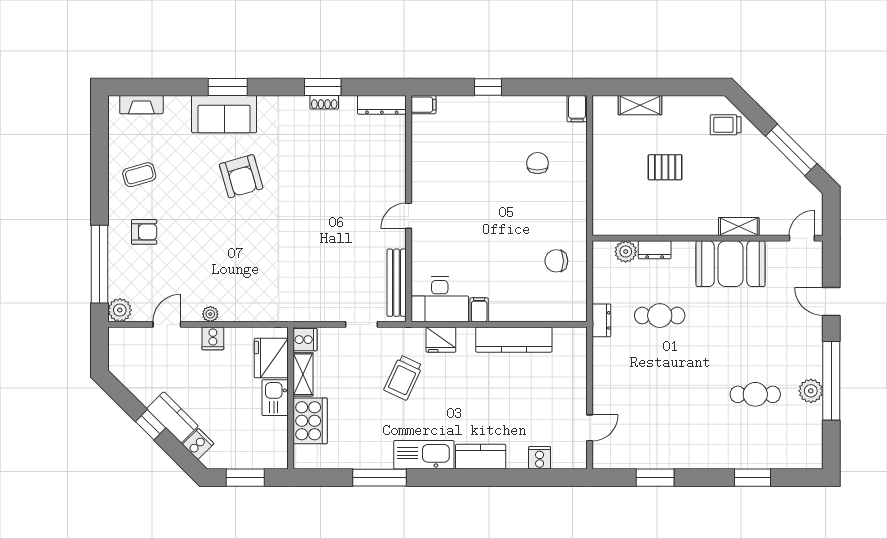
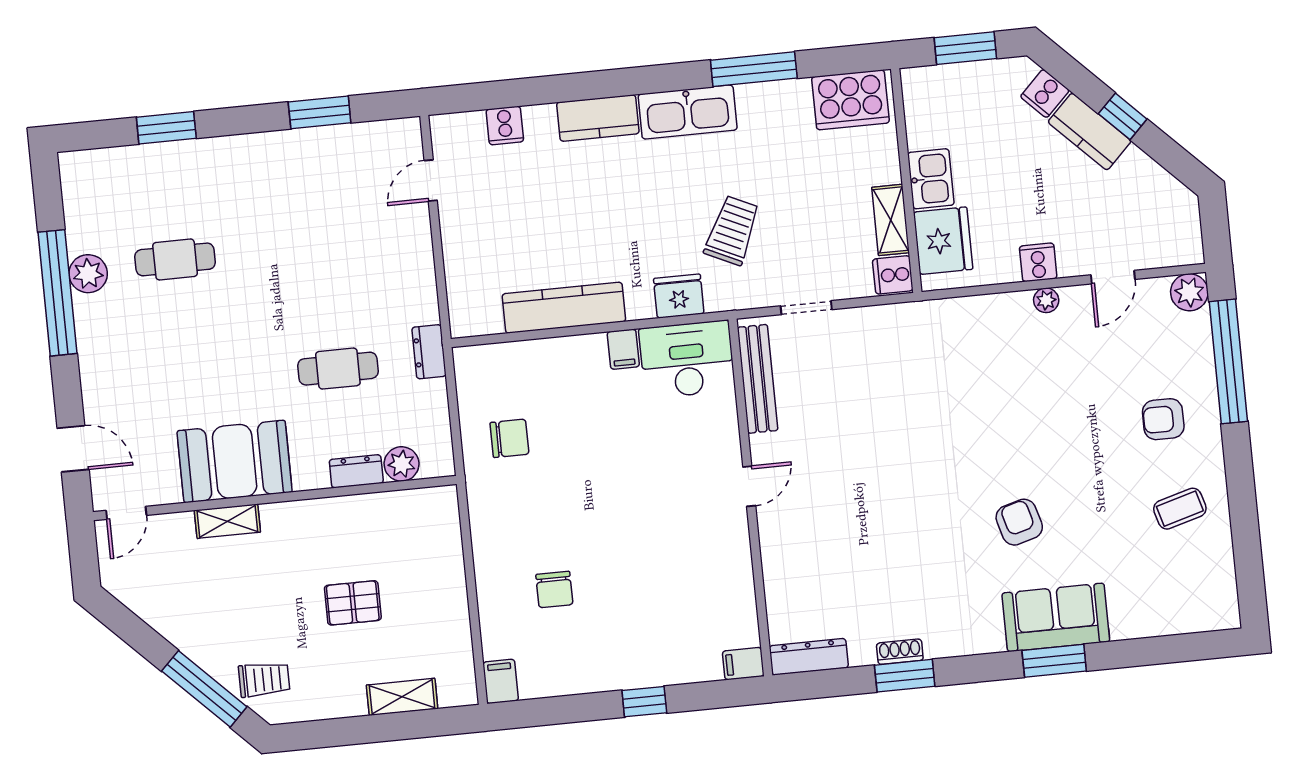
fireplace: (141, 105) -> (1187, 619), removed
window: (791, 150) -> (204, 689), moved
armchair: (241, 176) -> (1019, 522), width x0.72, depth x0.72
door: (831, 301) -> (73, 449), moved
cooker: (310, 421) -> (850, 100), moved, turned -90

